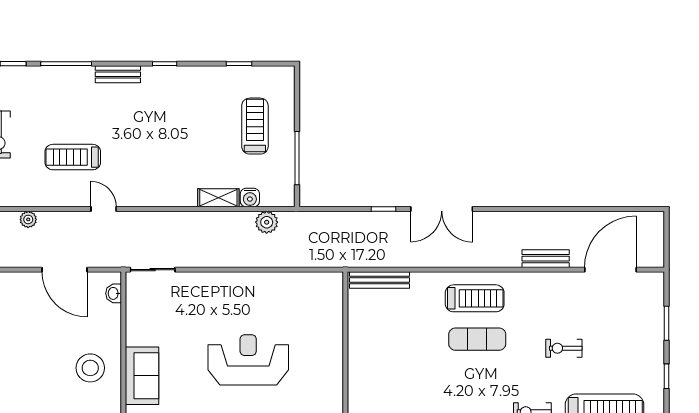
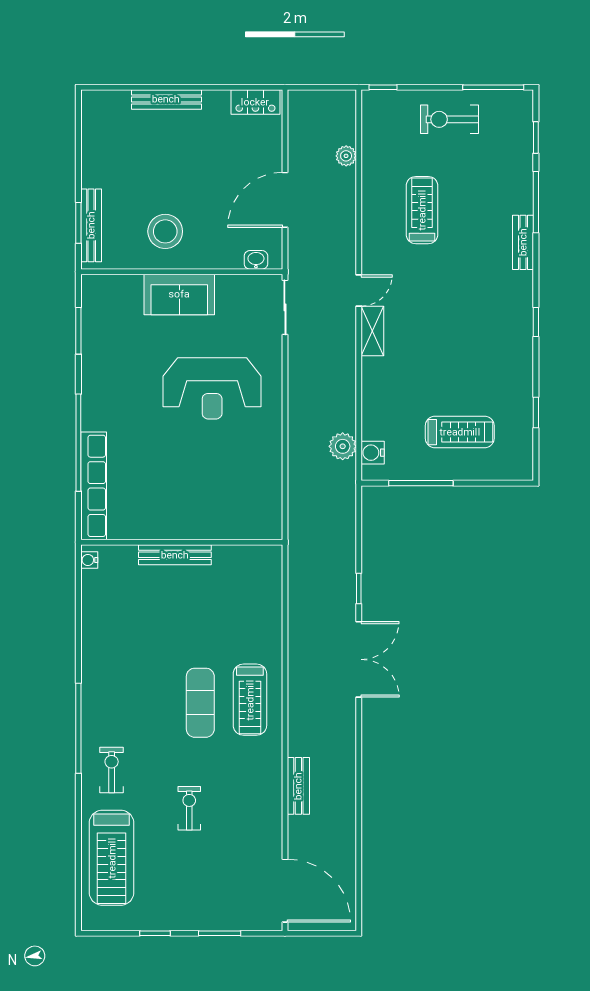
bench: (118, 74) -> (523, 242), moved
shelving: (218, 198) -> (372, 331), moved
water cooler: (250, 198) -> (373, 453), moved
door: (104, 209) -> (359, 290), moved
double door: (442, 209) -> (359, 659), swing flipped
door: (610, 270) -> (285, 891), moved
bench: (379, 280) -> (175, 555), moved, turned 90
reception desk: (248, 360) -> (212, 388), moved, turned 90
sofa: (142, 376) -> (179, 294), moved

